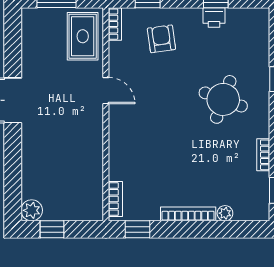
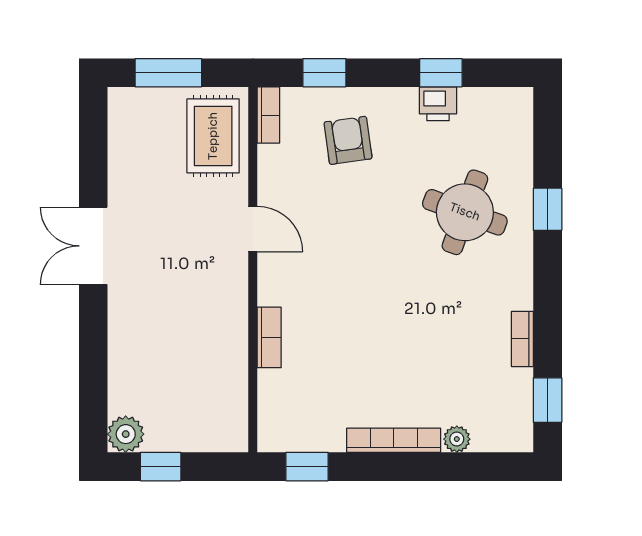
round table: (223, 99) -> (465, 212), moved
bookcase: (115, 199) -> (269, 337), moved

